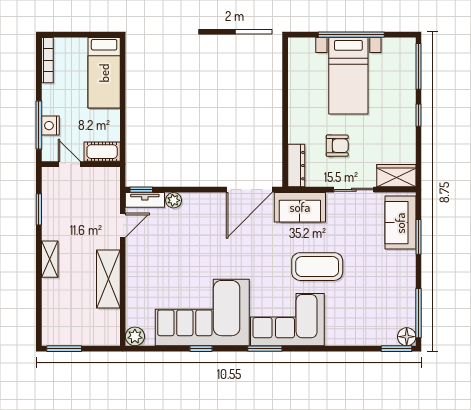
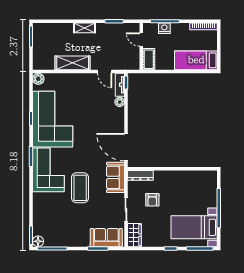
bed with nightstands: (348, 76) -> (194, 227), moved
door: (69, 164) -> (141, 40), swing flipped

